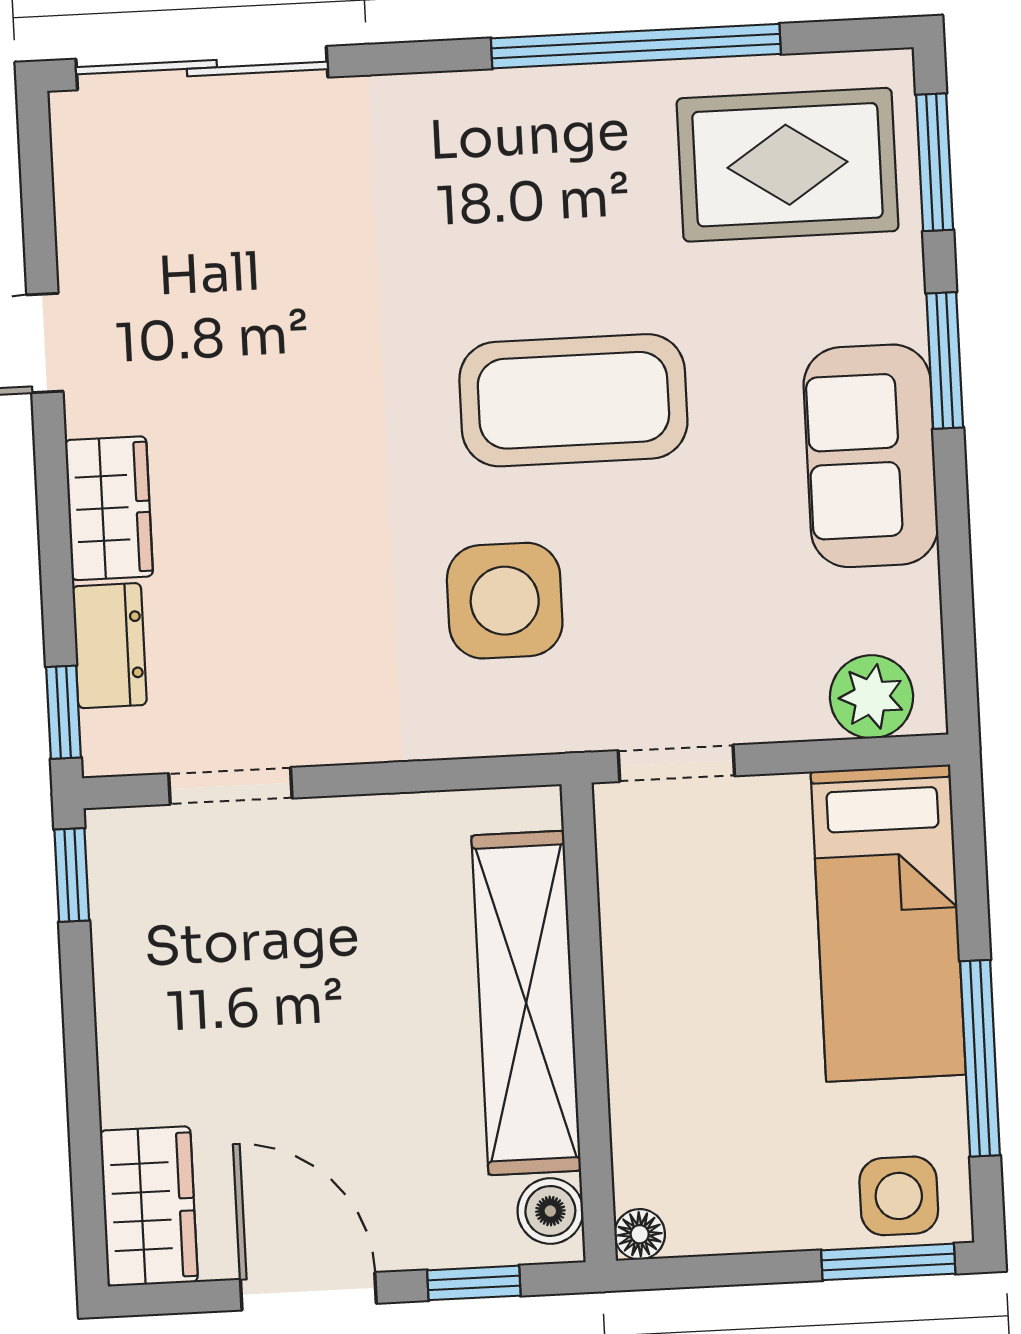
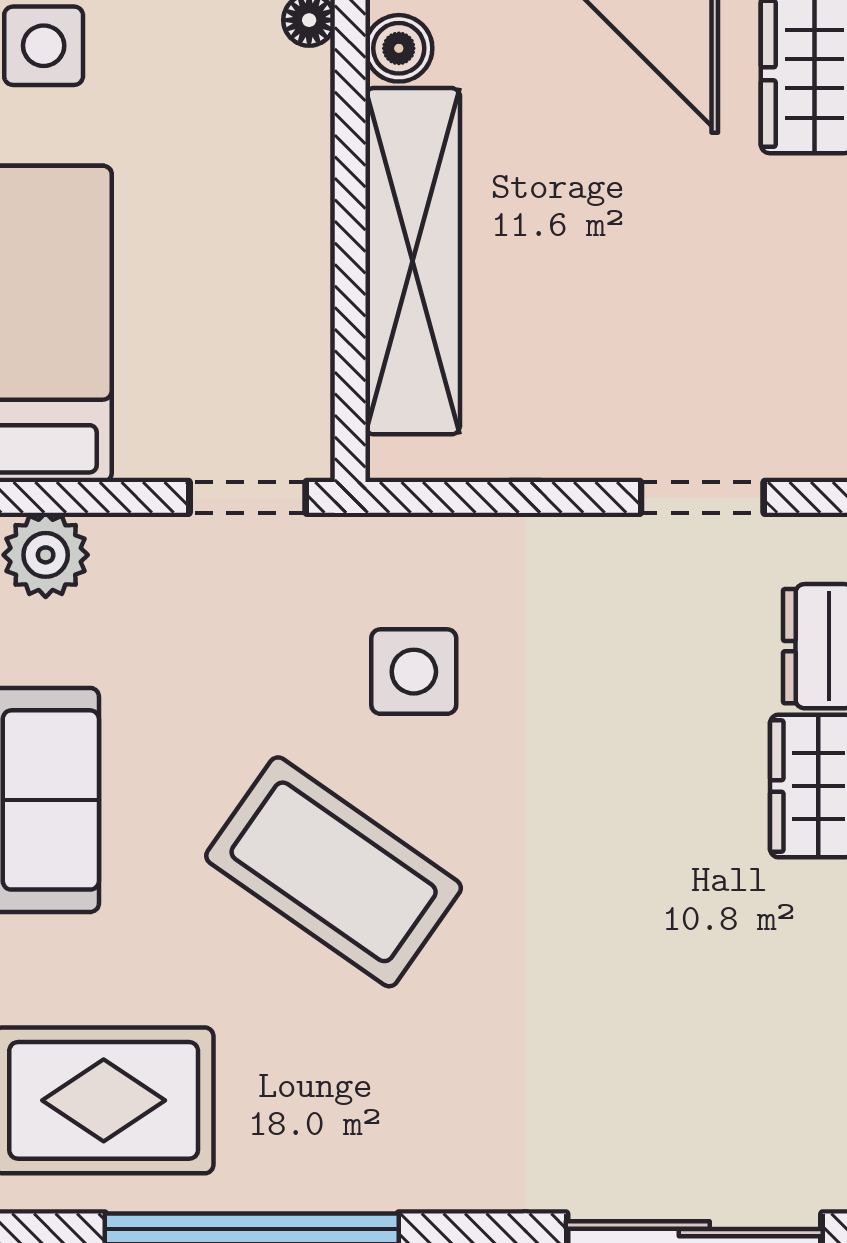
coffee table: (573, 400) -> (334, 872), turned 35
side table: (505, 601) -> (414, 672), width x0.73, depth x0.73

